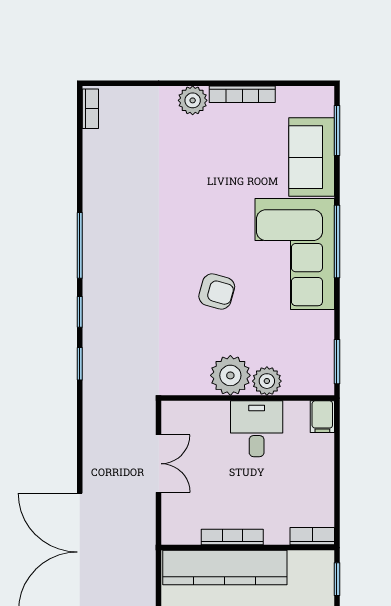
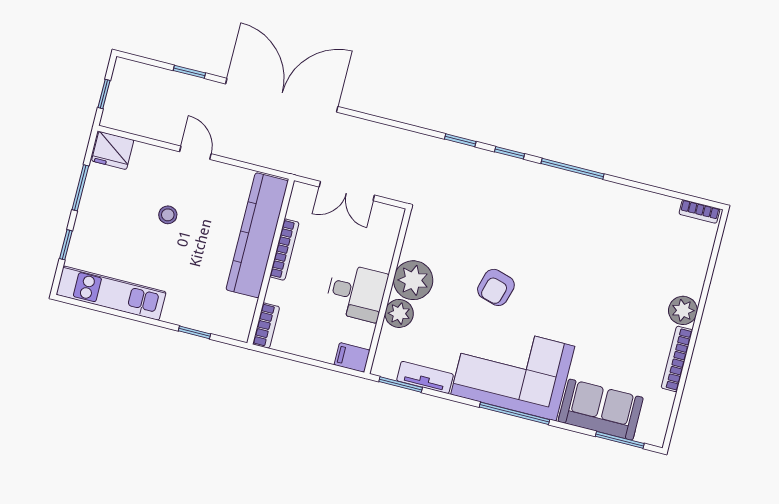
tv unit: (324, 339) -> (425, 377), added
bookcase: (312, 536) -> (266, 326), moved
bookcase: (232, 537) -> (284, 250), moved
wall: (248, 548) -> (271, 262), moved
kitchen counter: (225, 568) -> (257, 235), moved

